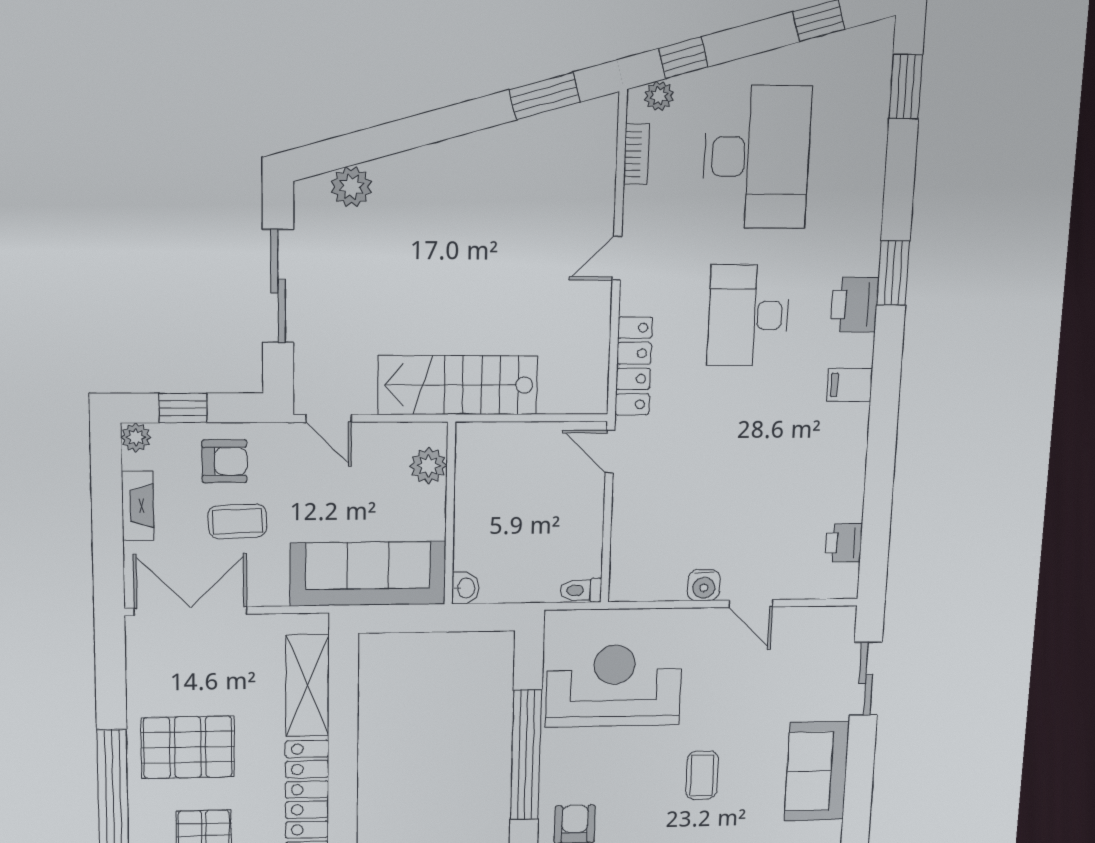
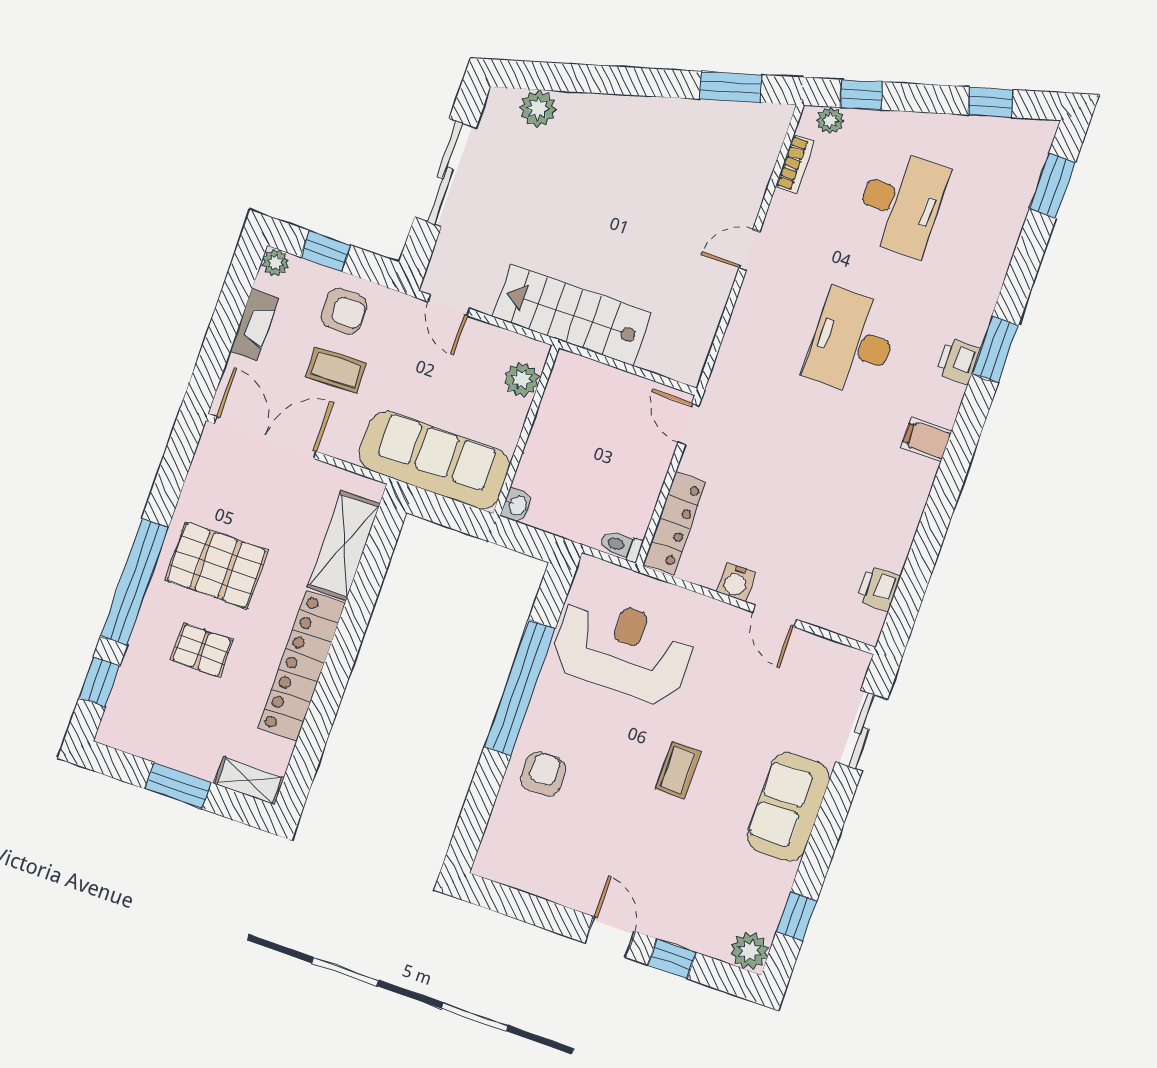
desk: (756, 157) -> (901, 203), width x0.73, depth x0.77
printer: (855, 305) -> (958, 361), width x0.73, depth x0.81
locker: (634, 366) -> (675, 523), moved

